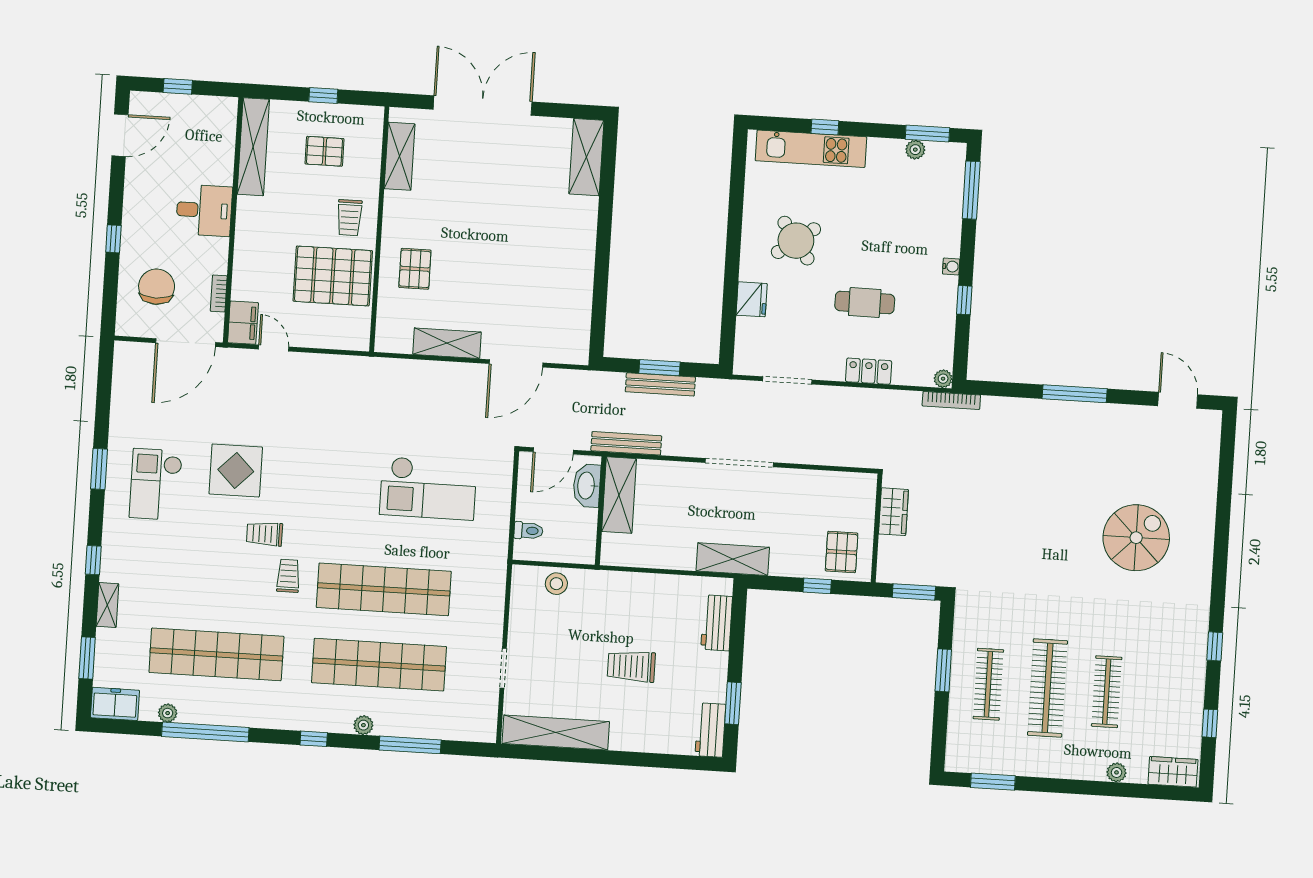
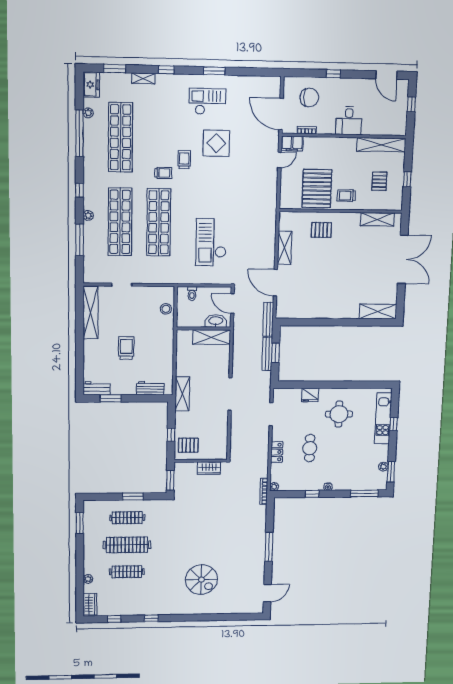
round table: (796, 241) -> (339, 414), turned 36
bench: (626, 443) -> (268, 319), moved

